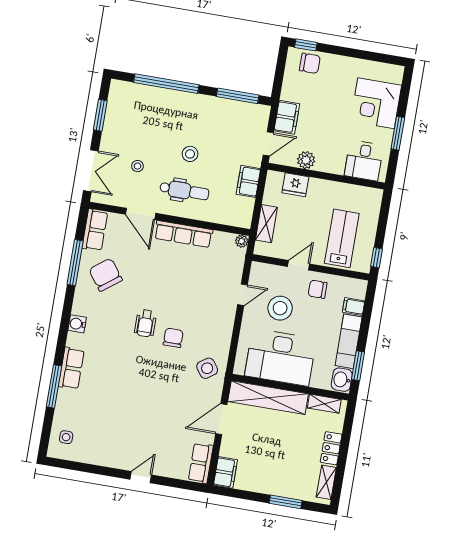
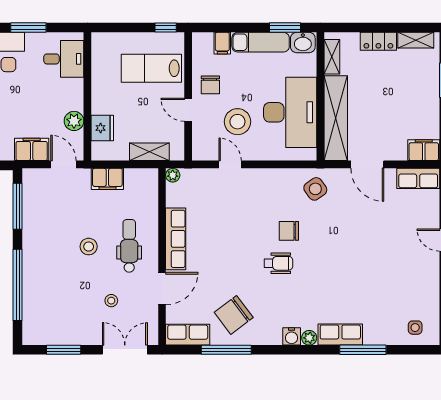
plant: (73, 340) -> (309, 338), added

